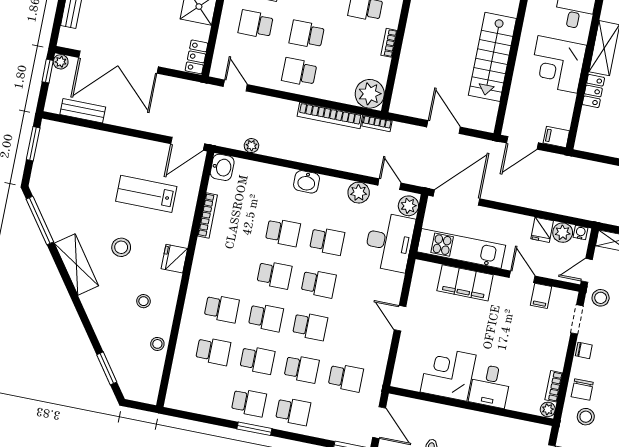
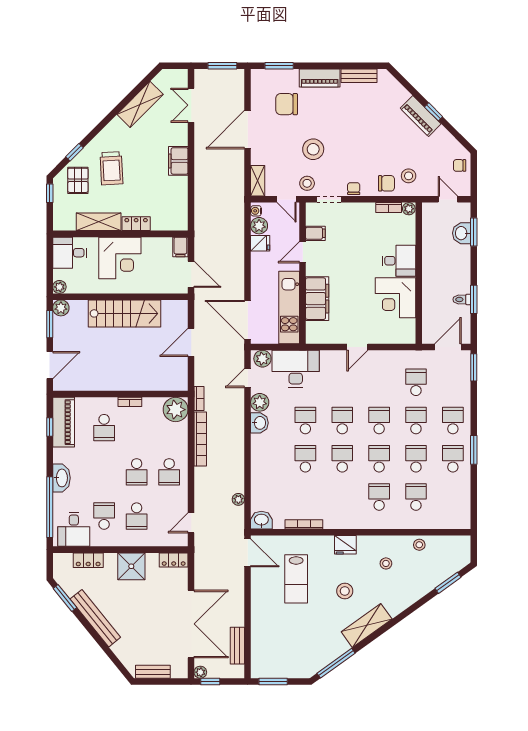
washbasin: (307, 182) -> (259, 423), moved

